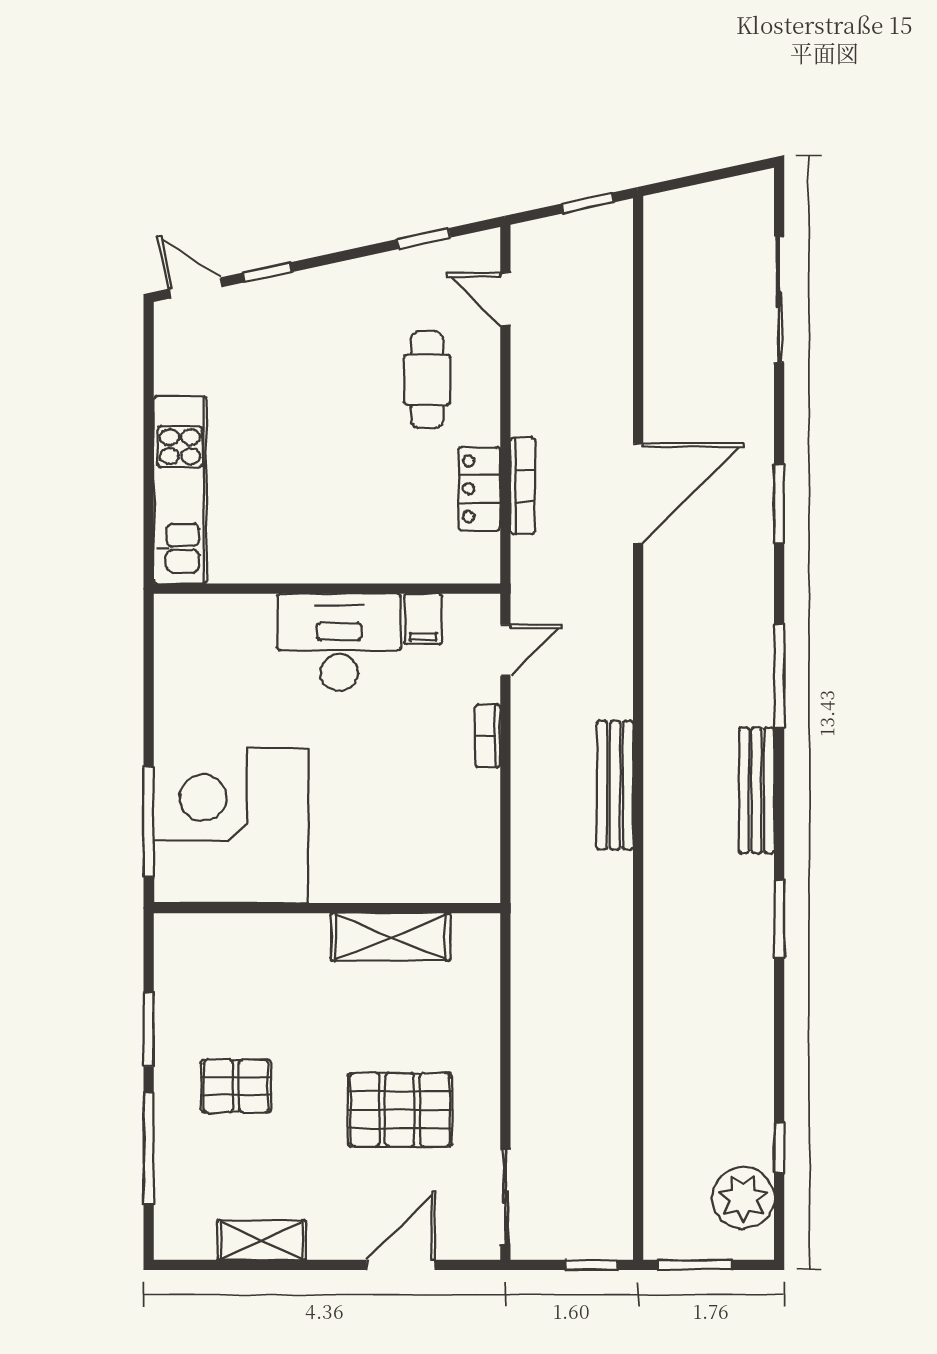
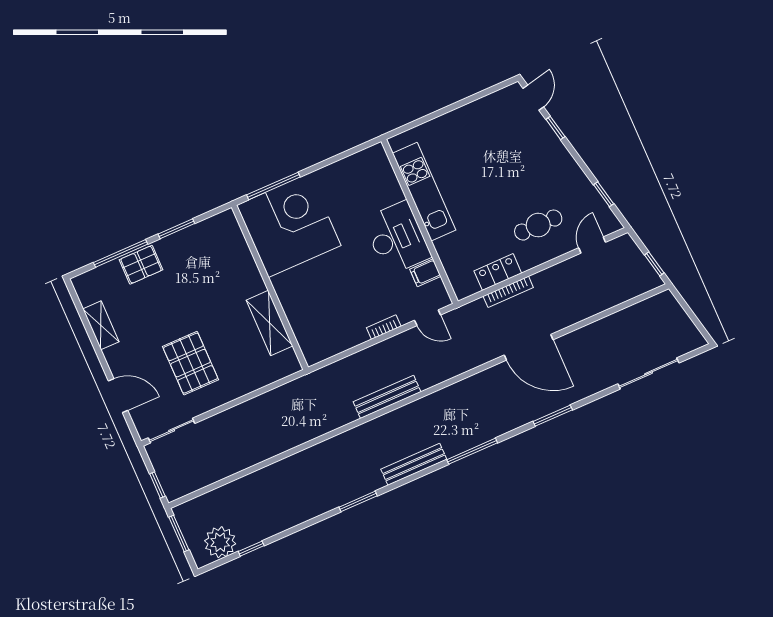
kitchen unit: (180, 490) -> (424, 192), moved, turned -90
pallet: (236, 1086) -> (141, 265), moved, turned 90

